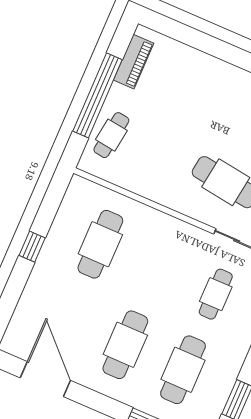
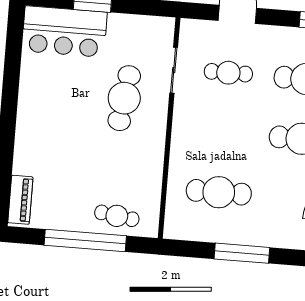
piano: (134, 62) -> (20, 200), moved, turned 90
window: (32, 247) -> (242, 253), width x2.17

